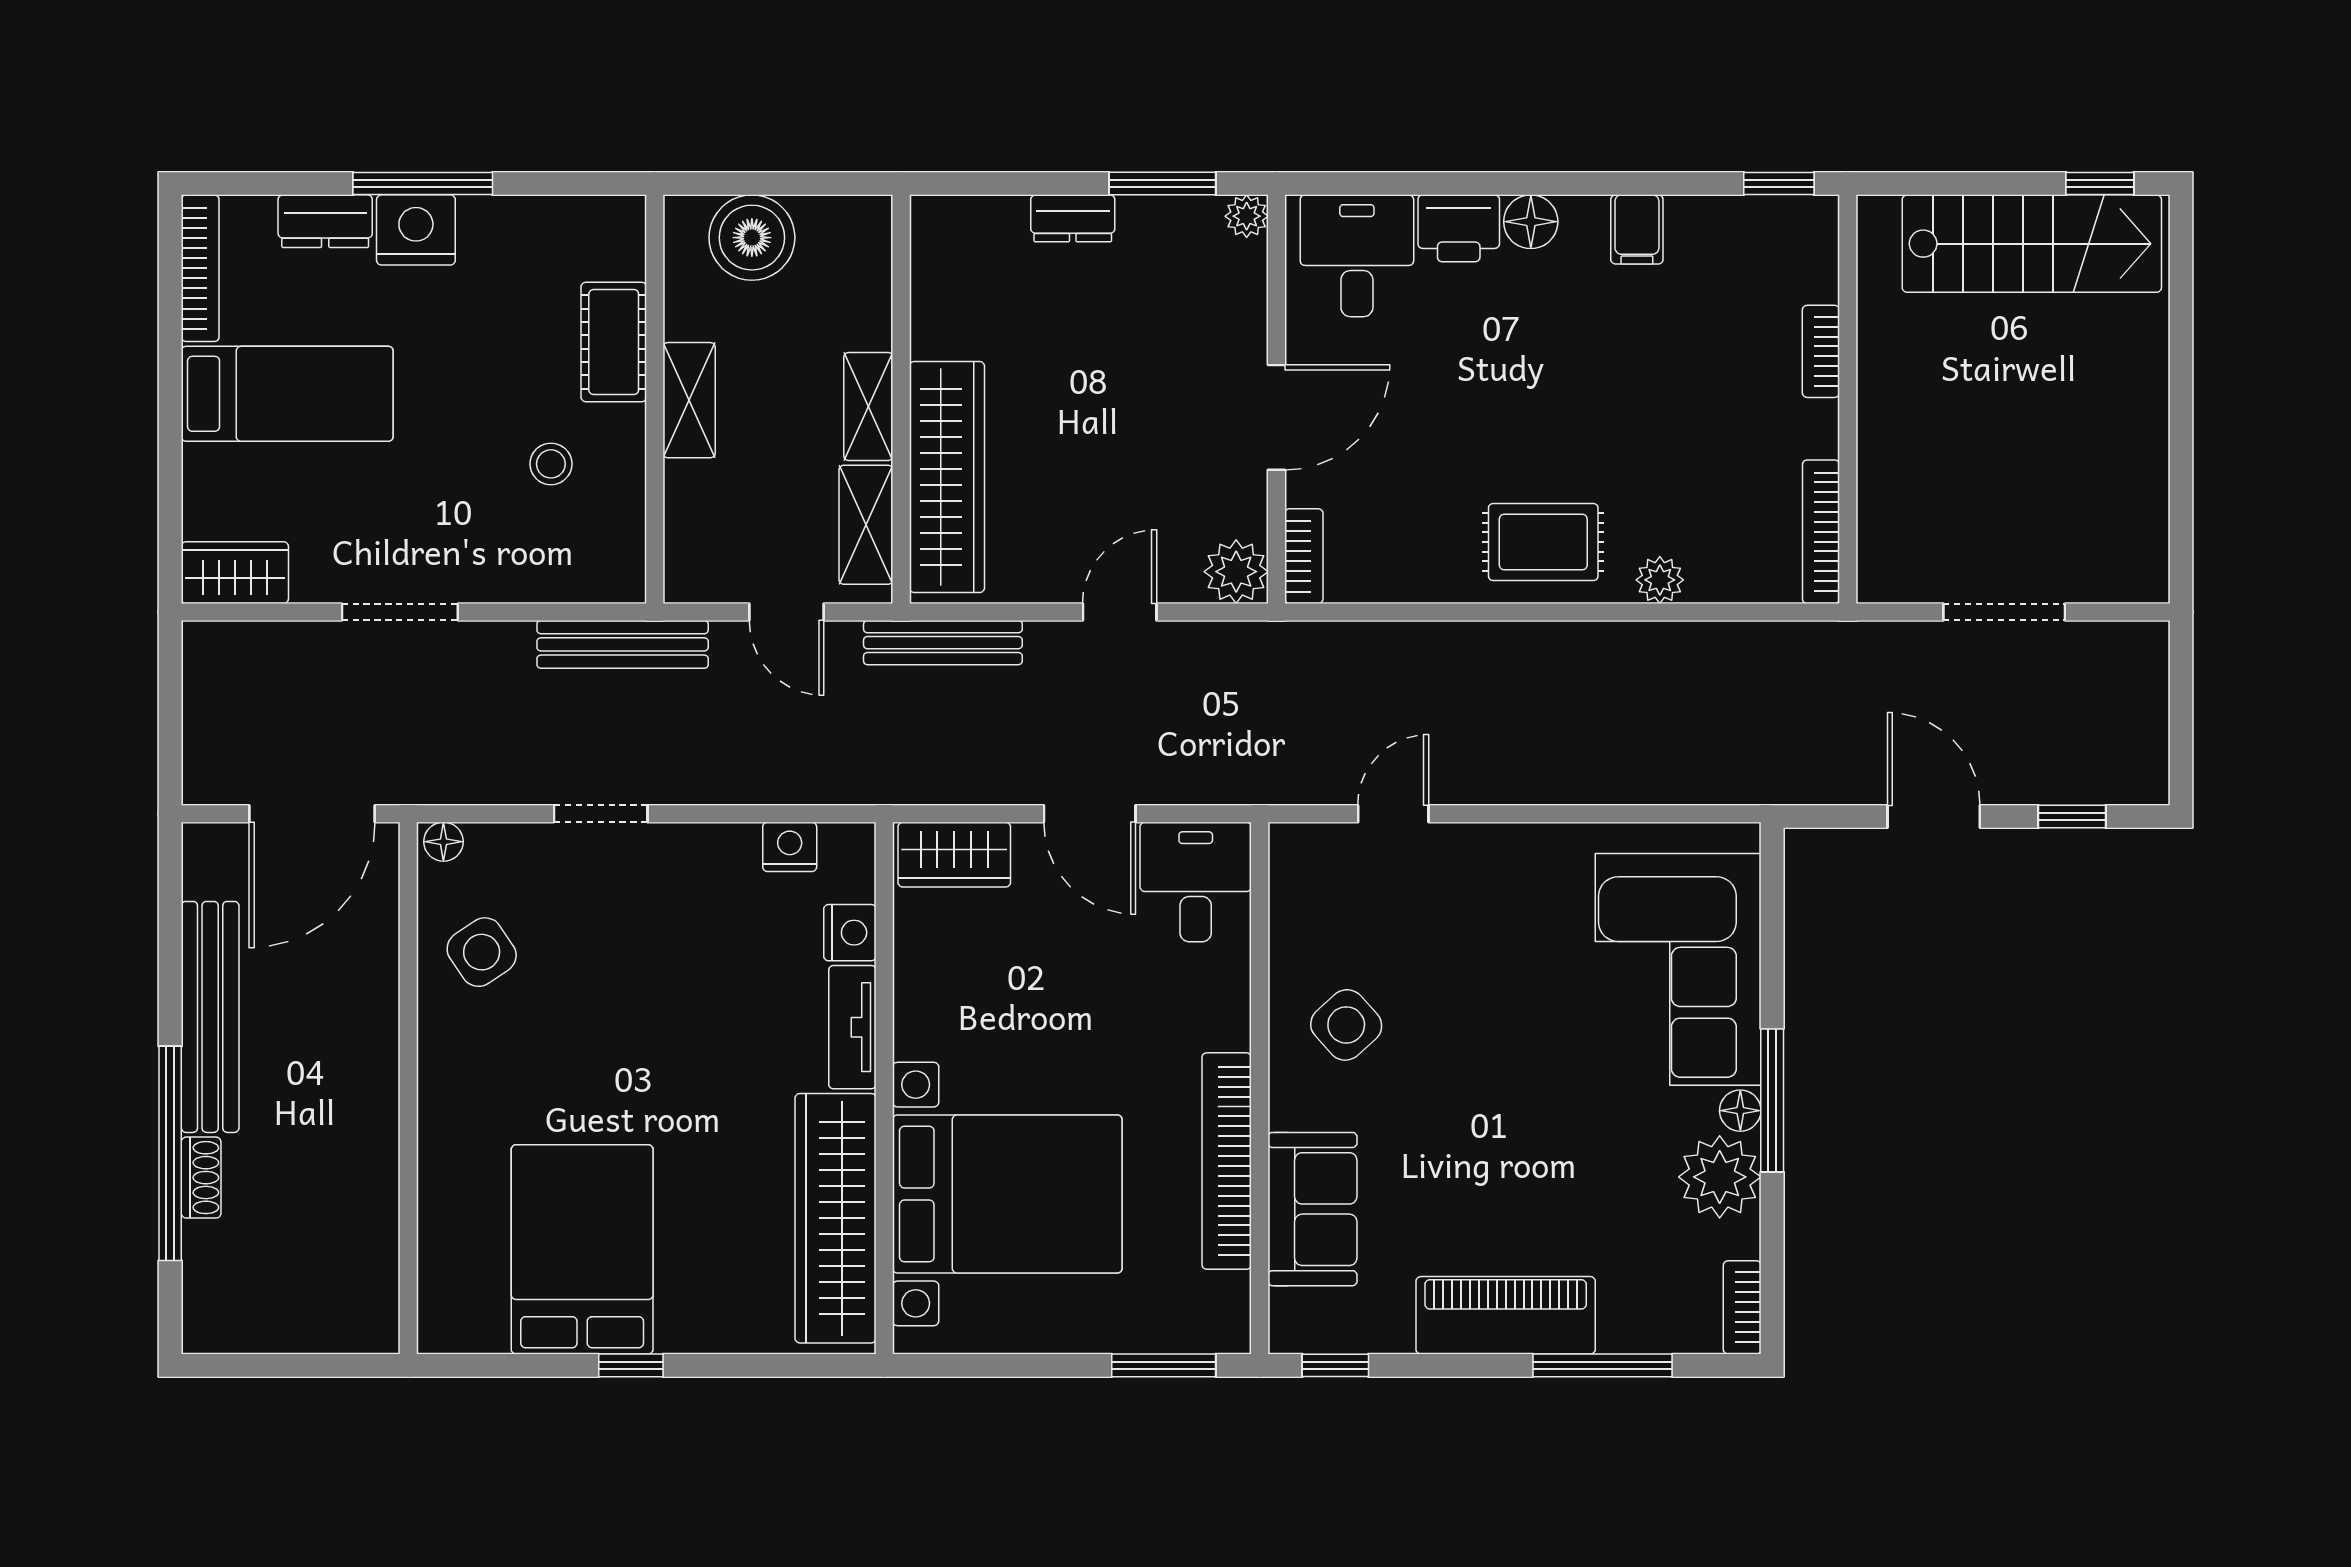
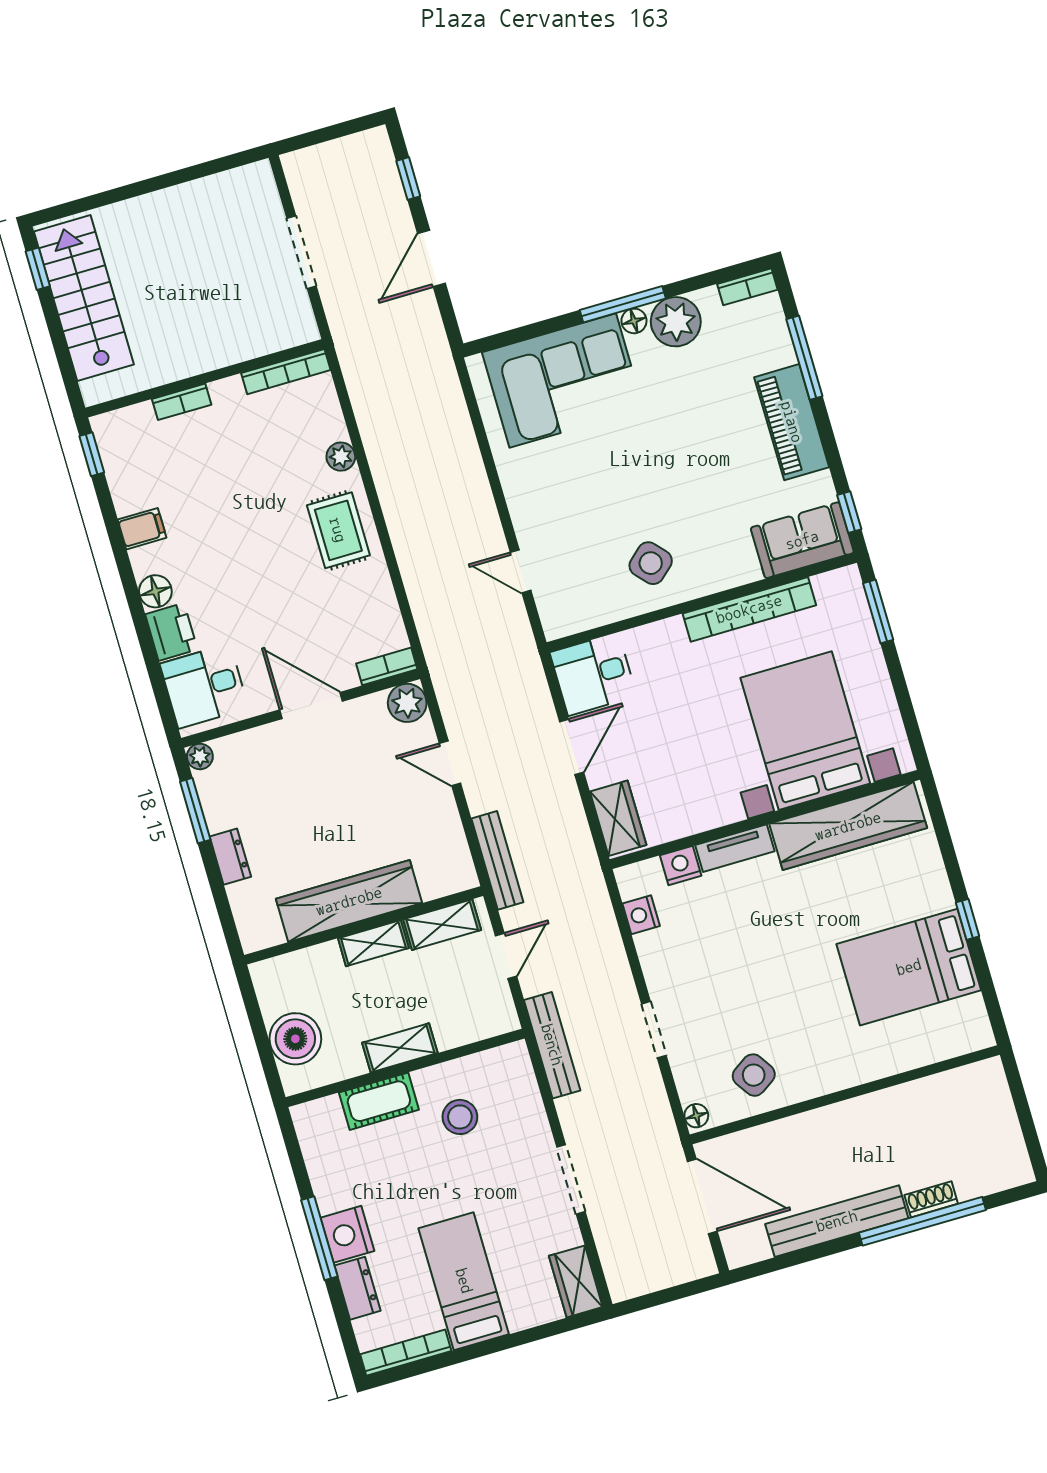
stool: (551, 464) -> (460, 1117), width x1.37, depth x1.37
wardrobe: (947, 477) -> (349, 901), moved
sofa: (1312, 1209) -> (802, 540), moved

